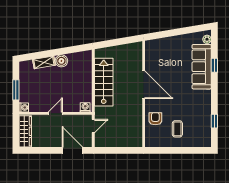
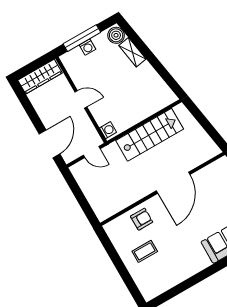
boiler: (61, 61) -> (116, 35), moved
window: (16, 90) -> (82, 38), width x1.44
washing machine: (24, 107) -> (87, 47), moved
window: (214, 121) -> (178, 289), removed

